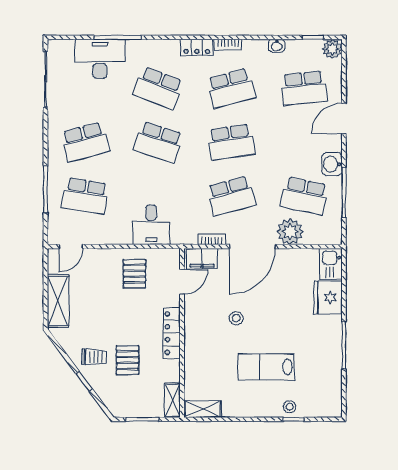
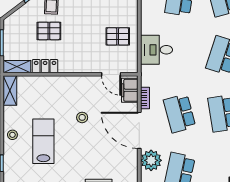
locker: (172, 333) -> (45, 66), moved, width x0.66
stool: (290, 407) -> (12, 135), moved

